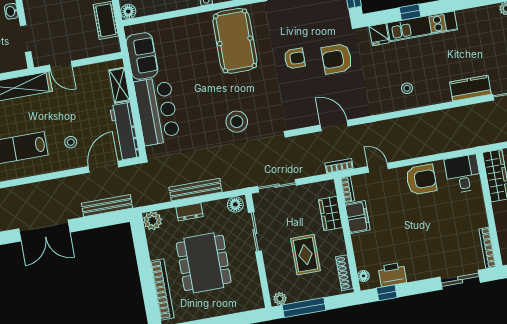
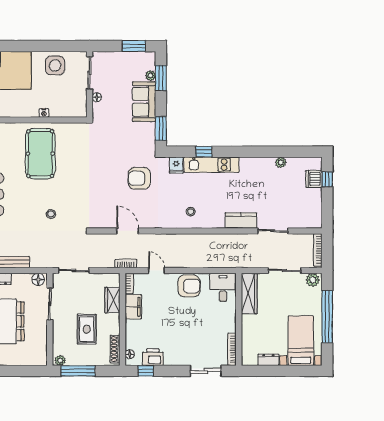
pool table: (235, 41) -> (40, 154), moved
armchair: (295, 59) -> (106, 172), removed
stool: (237, 122) -> (51, 214), width x0.53, depth x0.53

